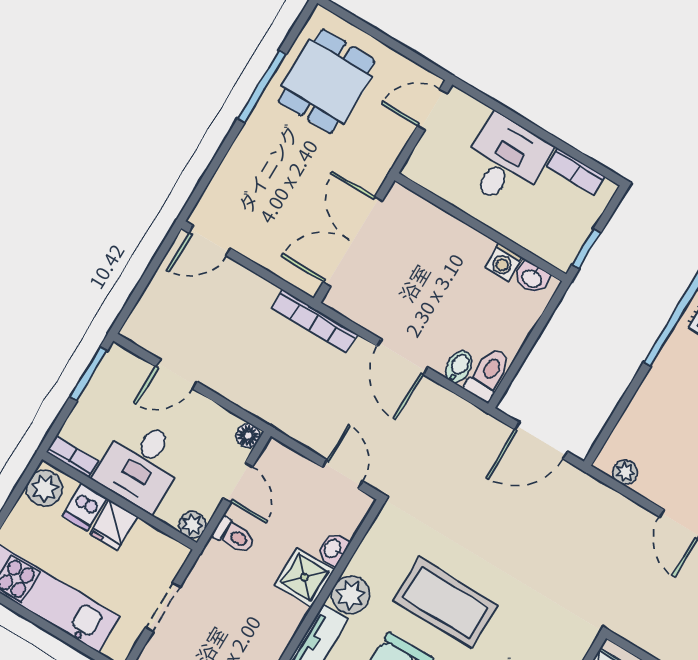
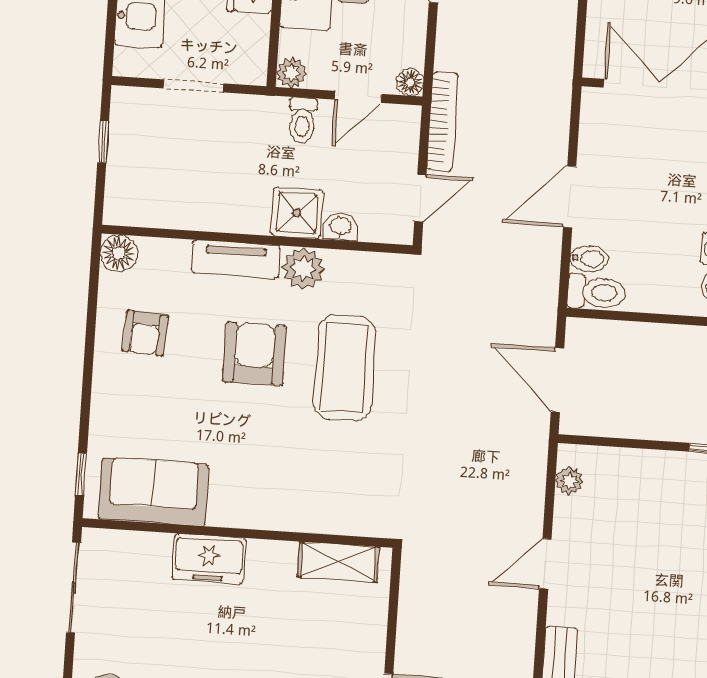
bookcase: (314, 321) -> (443, 121), moved, turned 180

